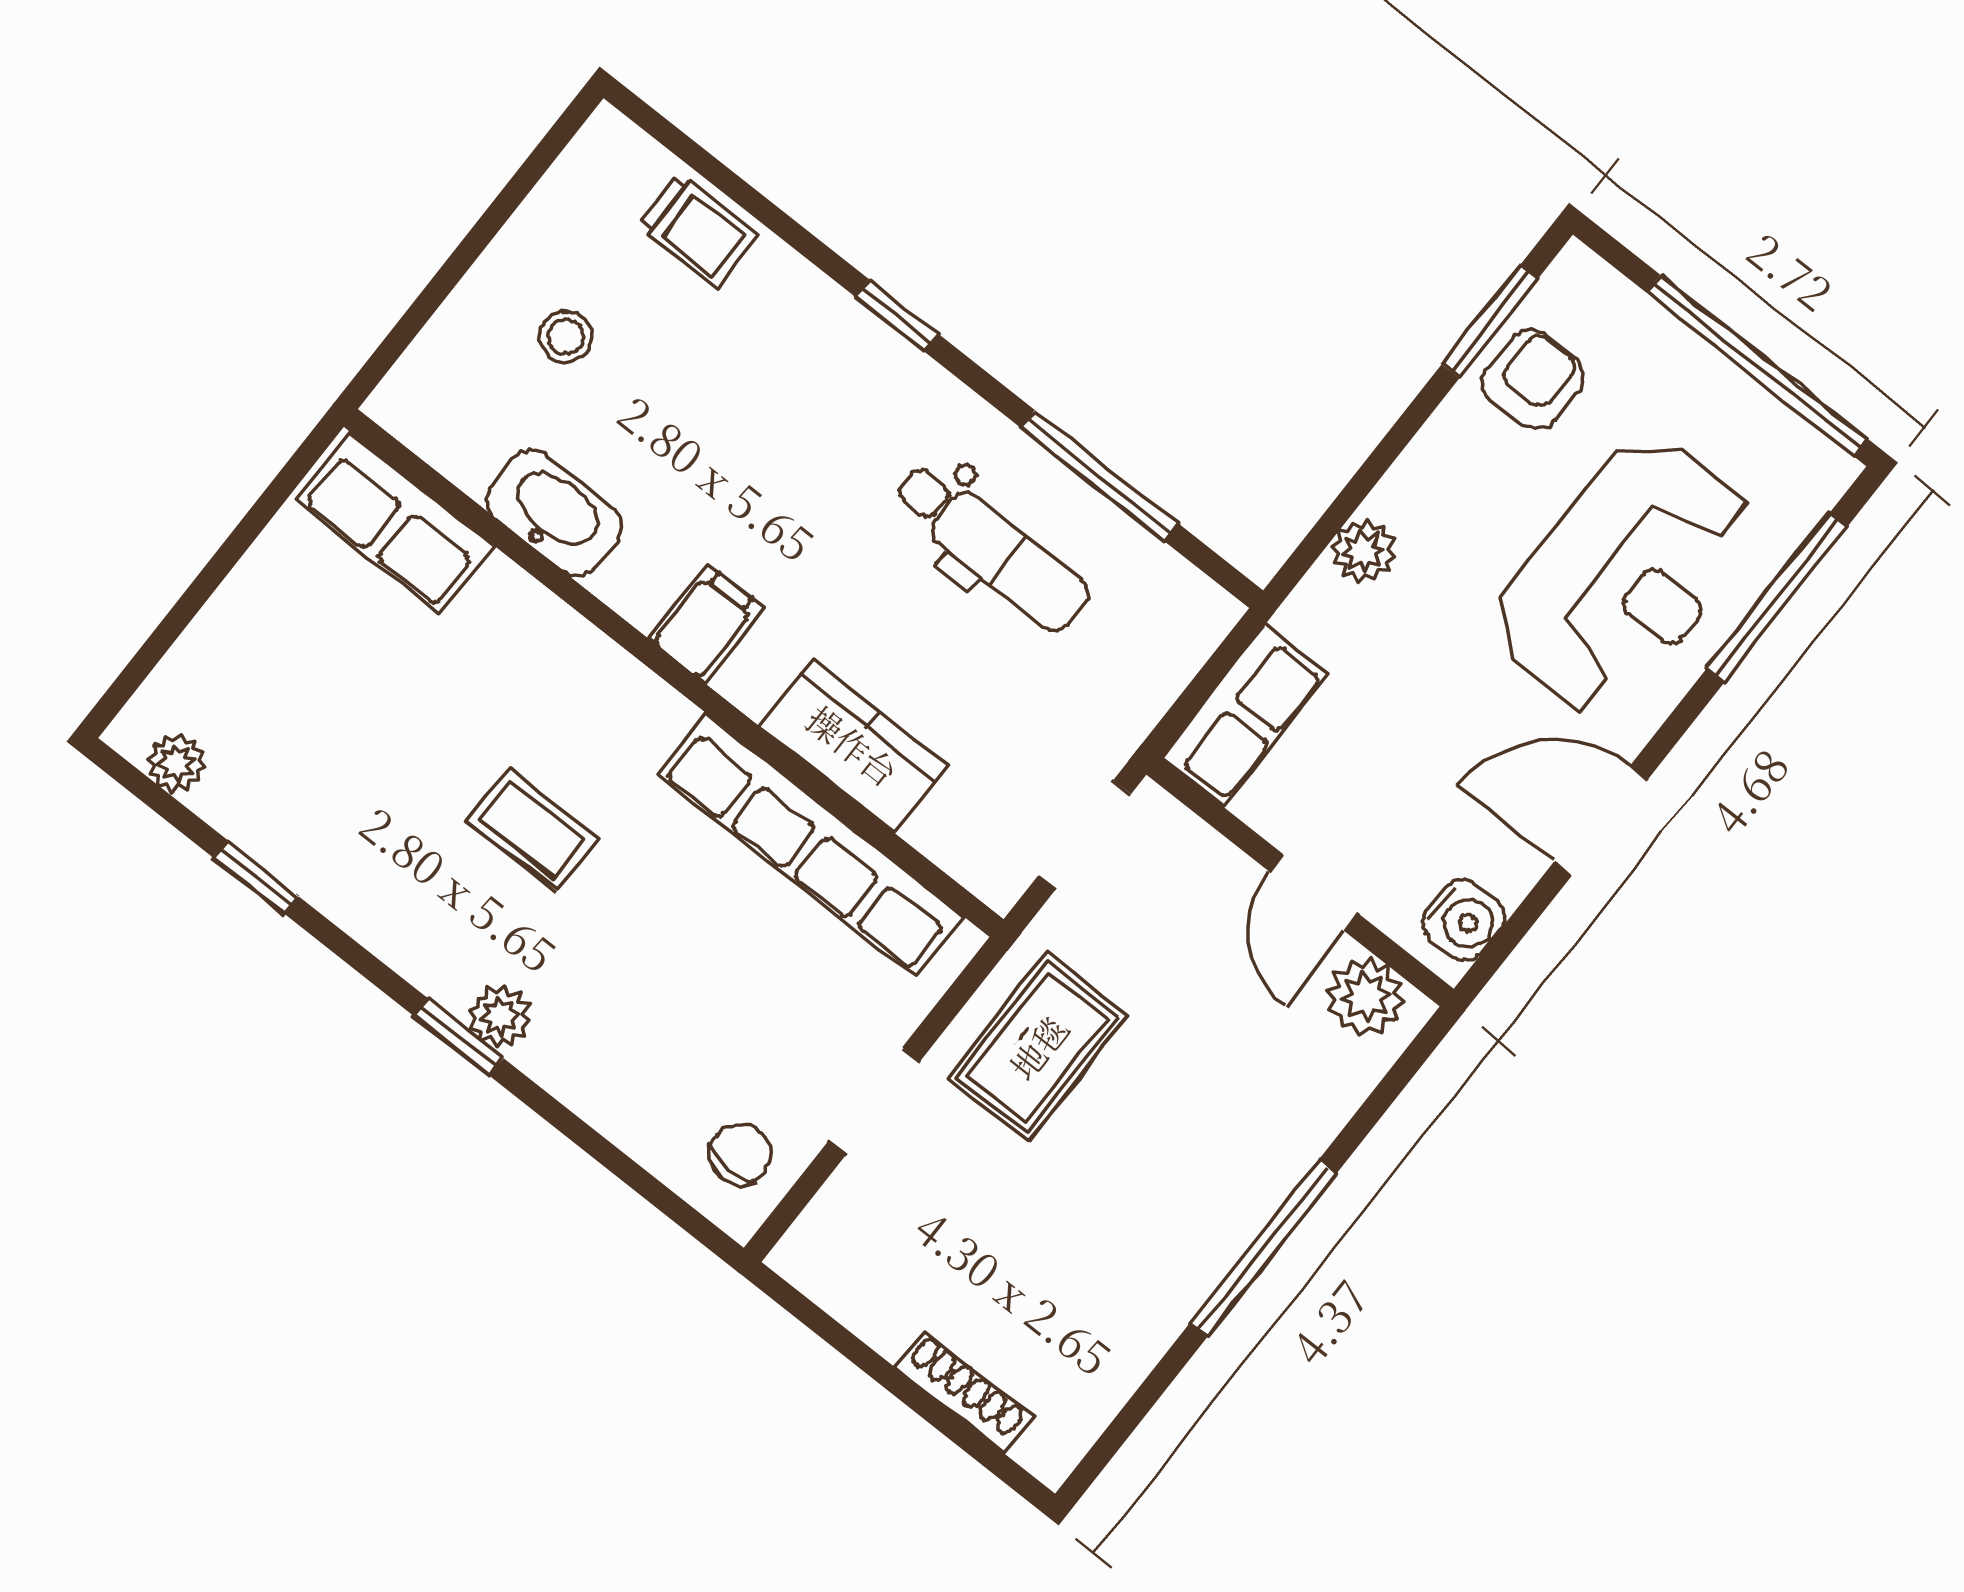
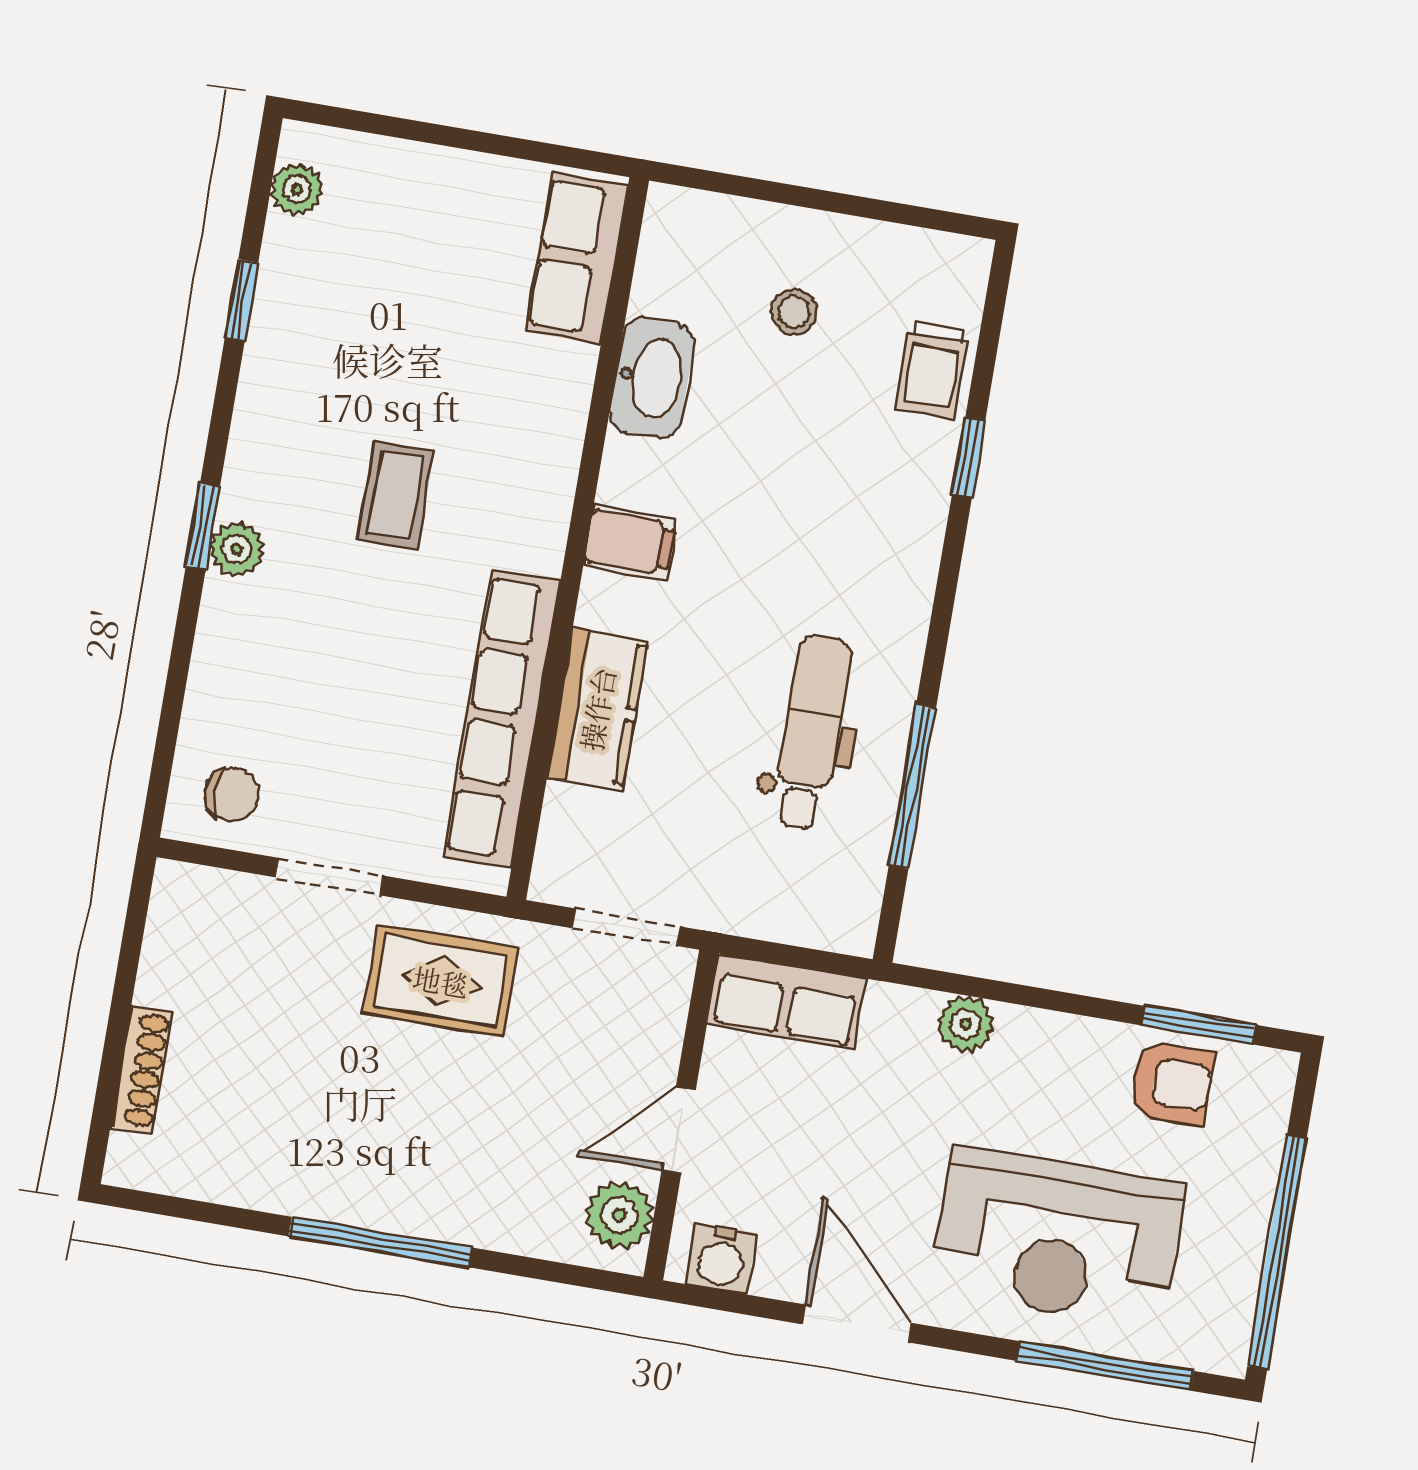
window: (897, 315) -> (969, 457), moved
dental chair: (992, 547) -> (811, 733), turned 180

